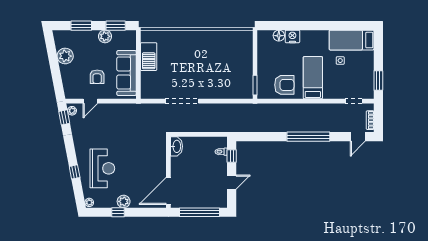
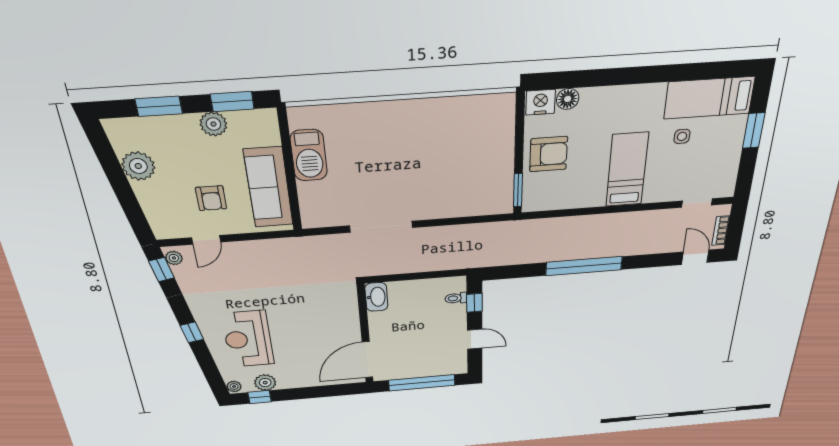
nightstand: (292, 36) -> (541, 102), moved
window: (378, 80) -> (754, 131), moved
armchair: (284, 85) -> (549, 154), moved
window: (308, 137) -> (584, 266), moved
door: (358, 137) -> (695, 257), swing flipped
reception desk: (102, 168) -> (248, 339), turned 180
window: (75, 172) -> (192, 332), moved
door: (232, 182) -> (475, 339), hinge flipped
plant: (124, 201) -> (265, 383), moved
window: (118, 212) -> (260, 397), moved

